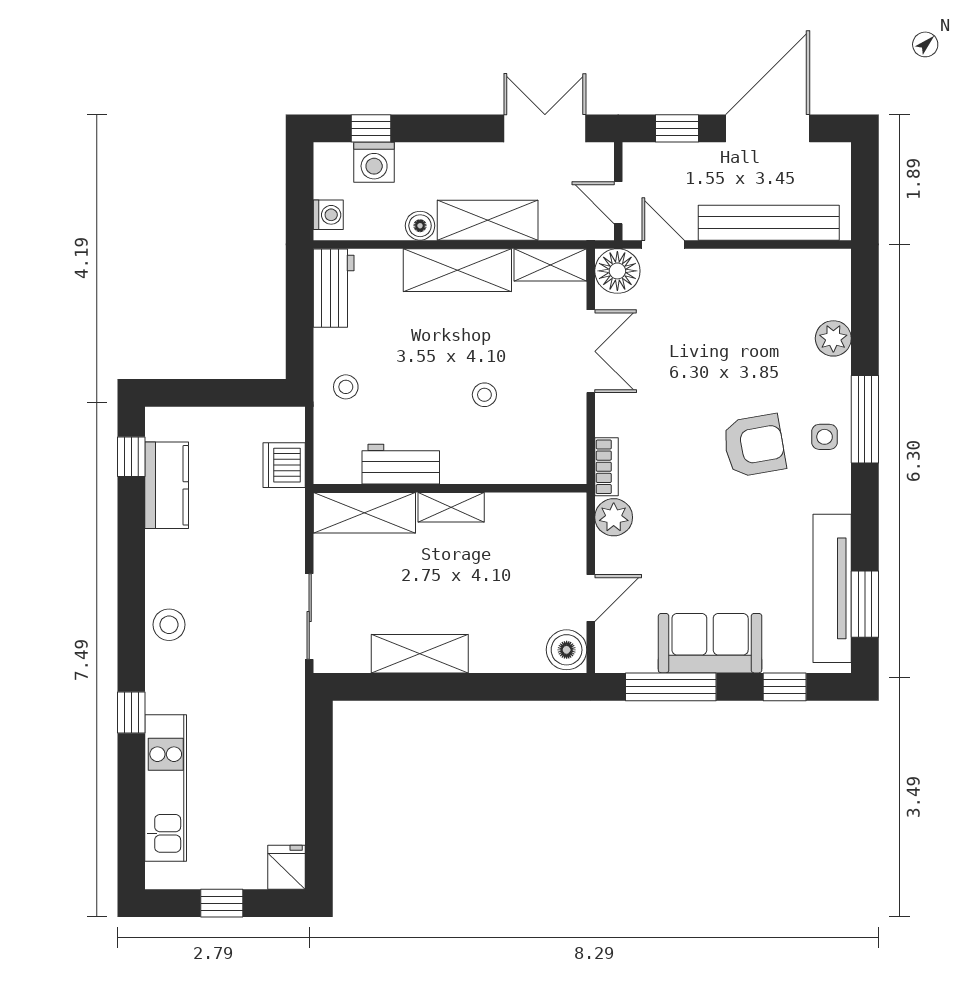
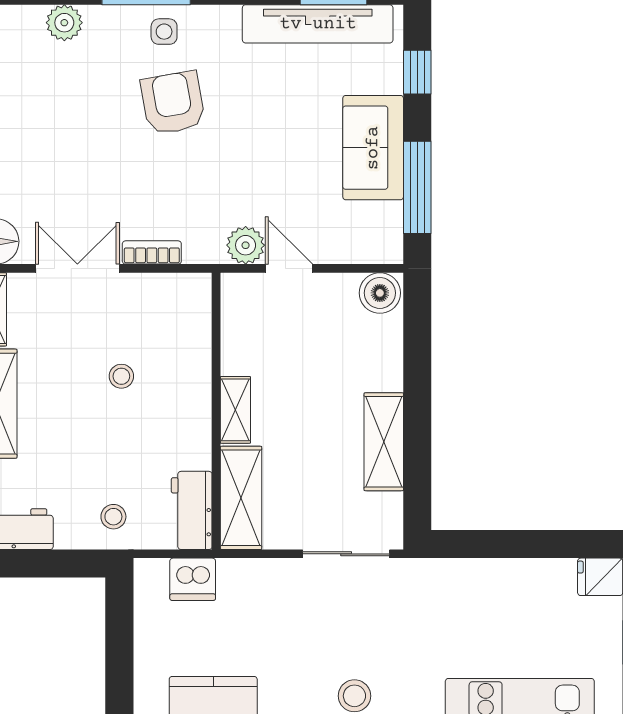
workbench: (401, 464) -> (192, 510), moved
bookcase: (607, 467) -> (152, 252), moved
door: (591, 598) -> (289, 268), moved

